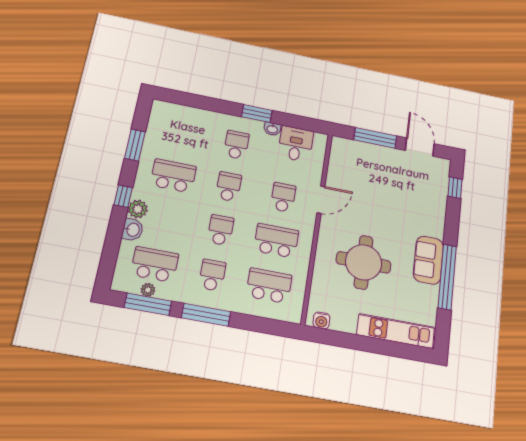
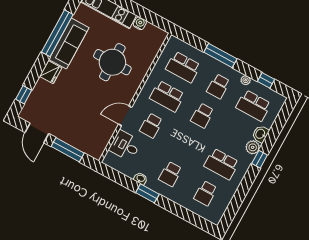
desk: (296, 144) -> (125, 146), moved, turned 90
window: (135, 145) -> (240, 194), removed
school desk: (229, 187) -> (206, 193), moved
fridge: (435, 225) -> (51, 72), added
sofa: (428, 260) -> (69, 44), width x1.36
plant: (148, 290) -> (246, 80), moved
window: (148, 304) -> (266, 80), width x0.46
window: (206, 315) -> (220, 55), moved
water cooler: (321, 320) -> (140, 23), moved

